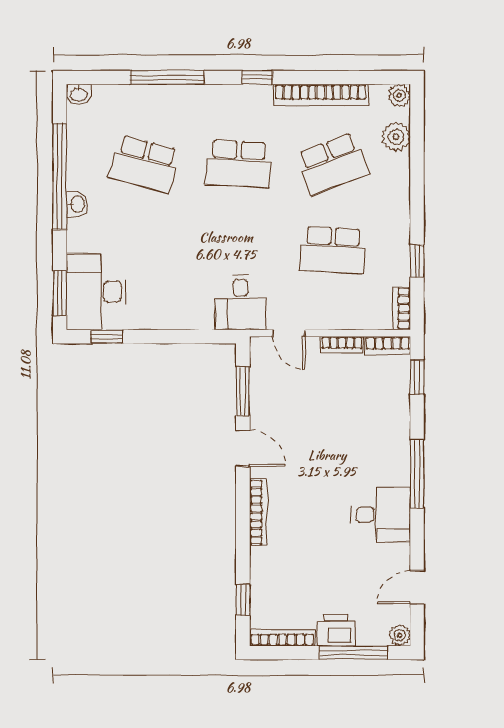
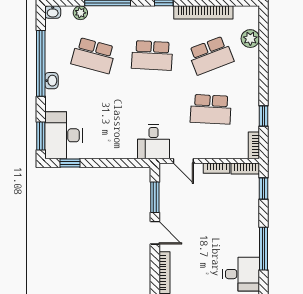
plant: (399, 95) -> (80, 13), moved

